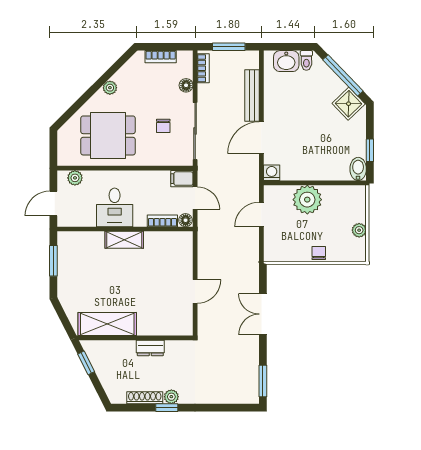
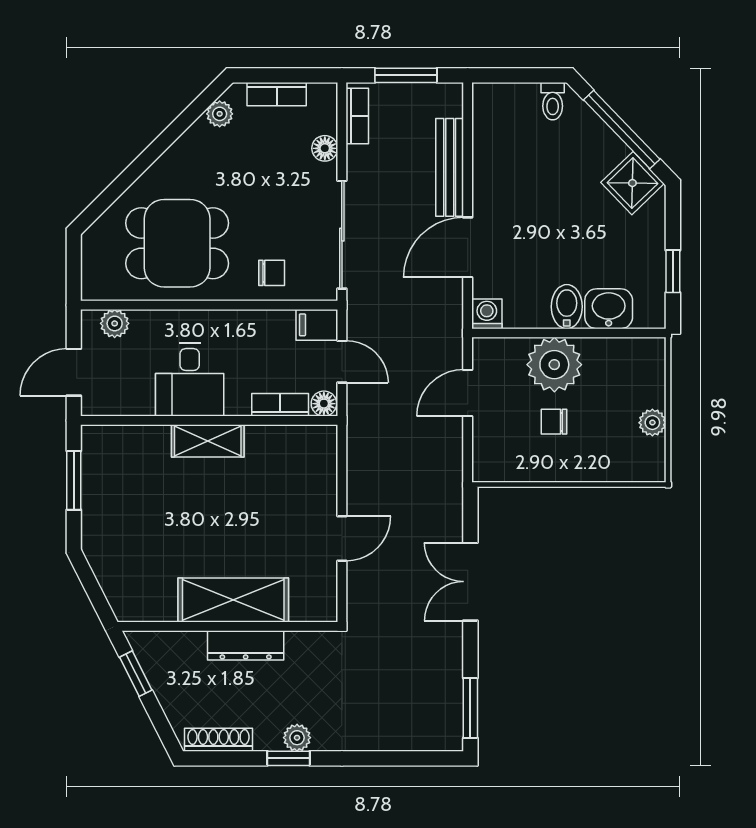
washbasin: (286, 61) -> (609, 309), moved, turned 180
plant: (110, 88) -> (220, 114), moved
chair: (163, 126) -> (272, 273), moved, turned -90
bidet: (358, 169) -> (567, 307), moved
chair: (319, 253) -> (554, 422), moved, turned -90
shelving: (107, 324) -> (233, 600), moved
dresser: (150, 348) -> (246, 645), width x1.44
shoe rack: (145, 398) -> (219, 740), moved

